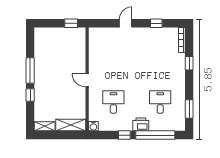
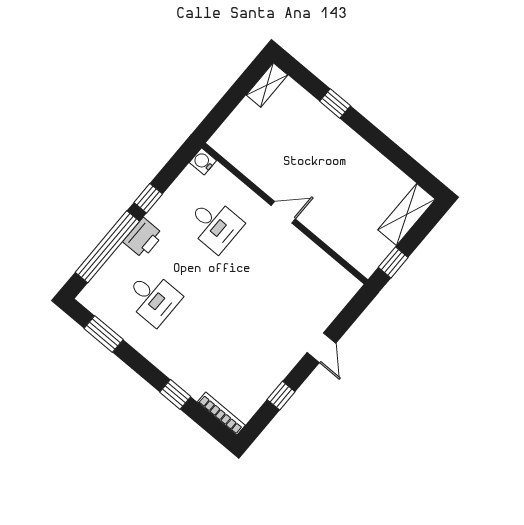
window: (30, 70) -> (374, 136), removed
shelving: (71, 125) -> (407, 215), moved

